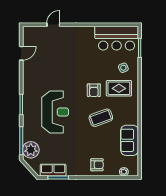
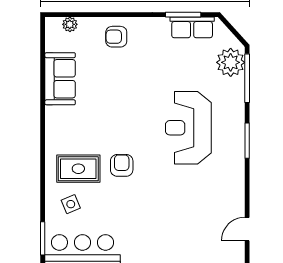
coffee table: (101, 118) -> (110, 118), removed

